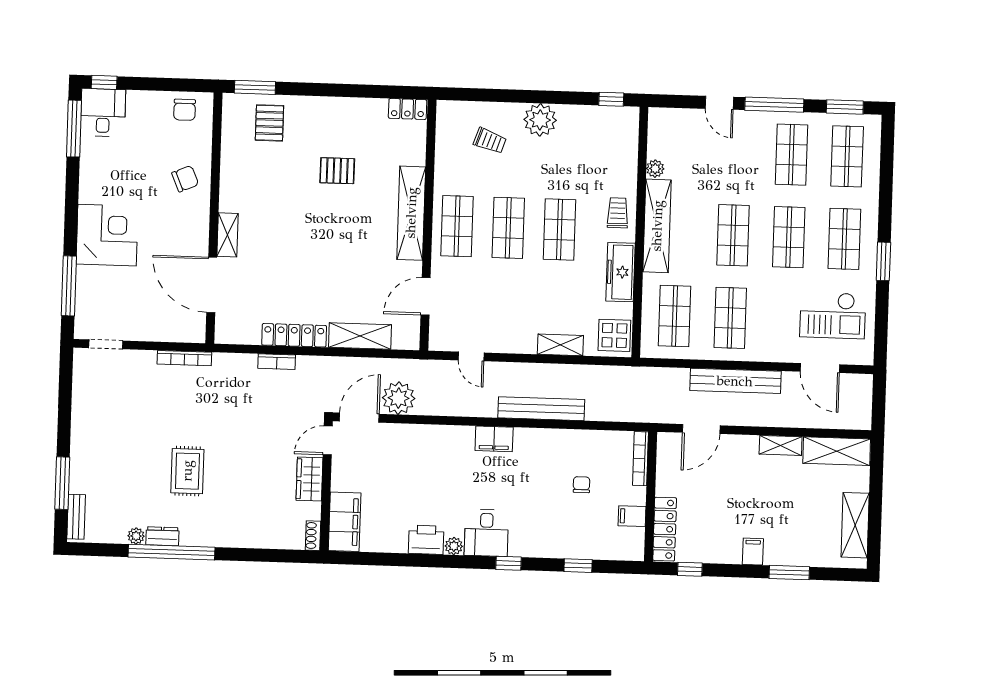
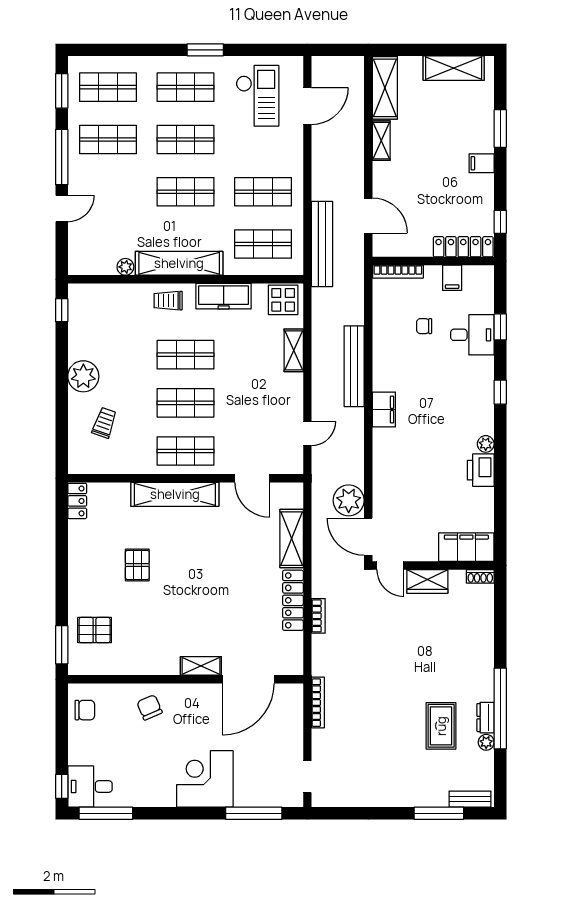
bench: (735, 381) -> (322, 244), moved
rug: (187, 471) -> (441, 726), moved, turned 90
desk: (486, 533) -> (472, 335), moved

